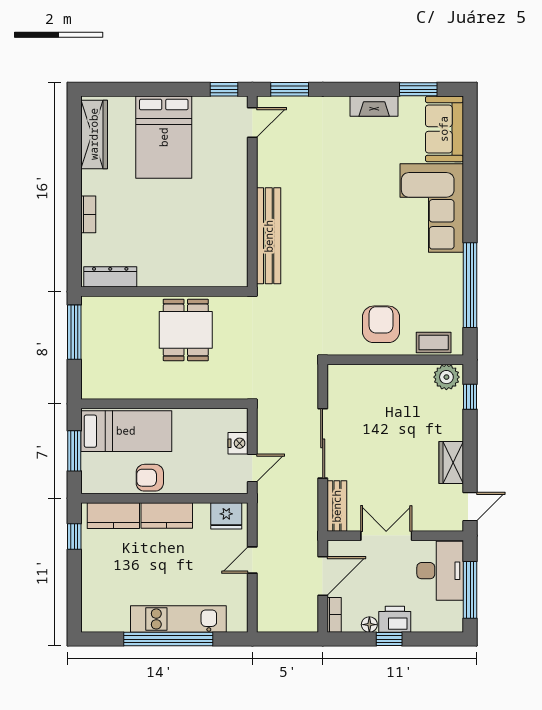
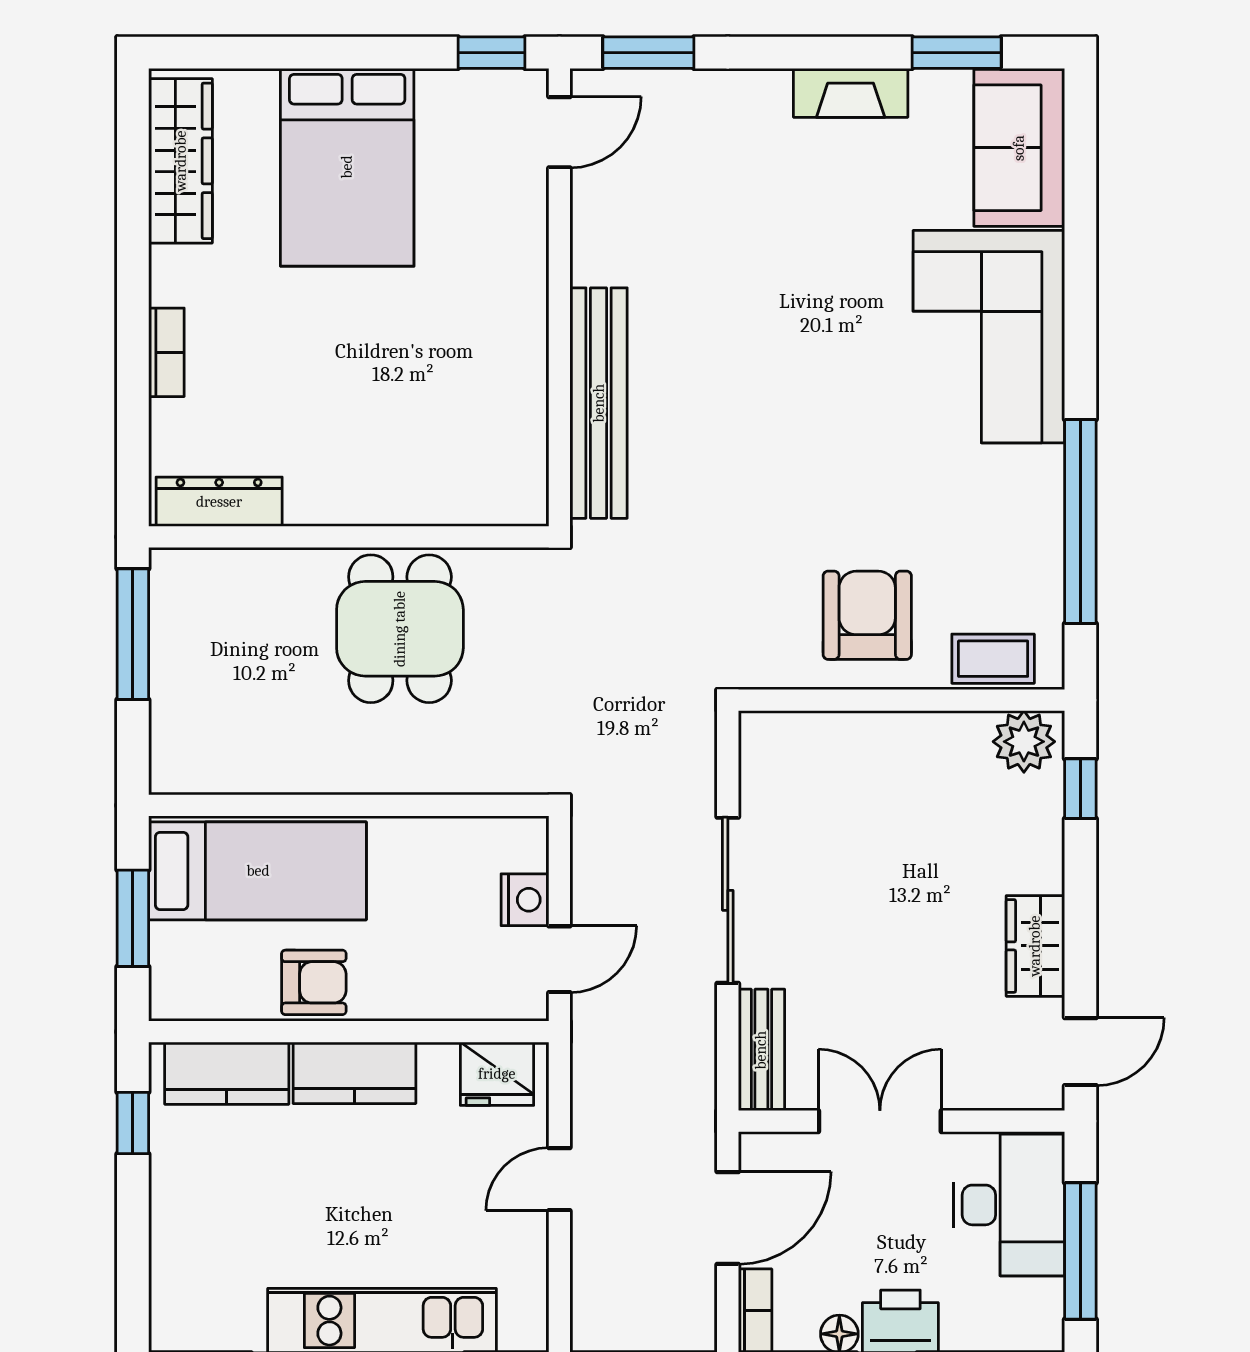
armchair: (150, 478) -> (314, 982), turned 180

